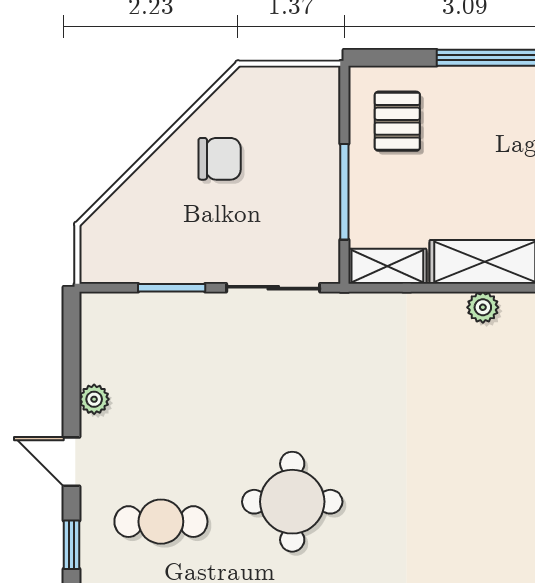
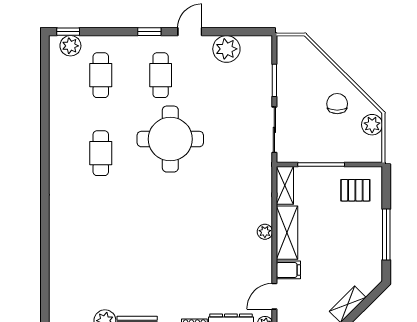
plant: (263, 87) -> (372, 125), added
chair: (220, 159) -> (337, 104), turned 180
plant: (94, 399) -> (226, 49), width x1.88, depth x1.88
round table: (292, 502) -> (170, 139), width x1.36, depth x1.36

